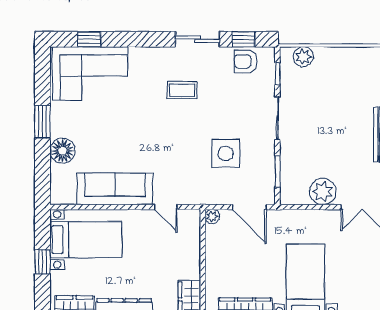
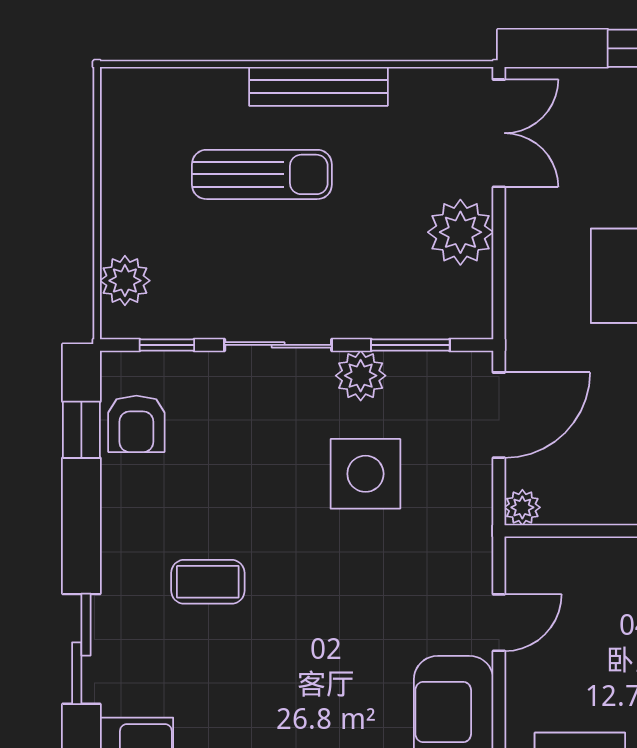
sliding door: (198, 39) -> (81, 649), moved
coffee table: (182, 90) -> (208, 582), turned 90
sun lounger: (346, 112) -> (262, 174), added
plant: (265, 151) -> (361, 376), added

